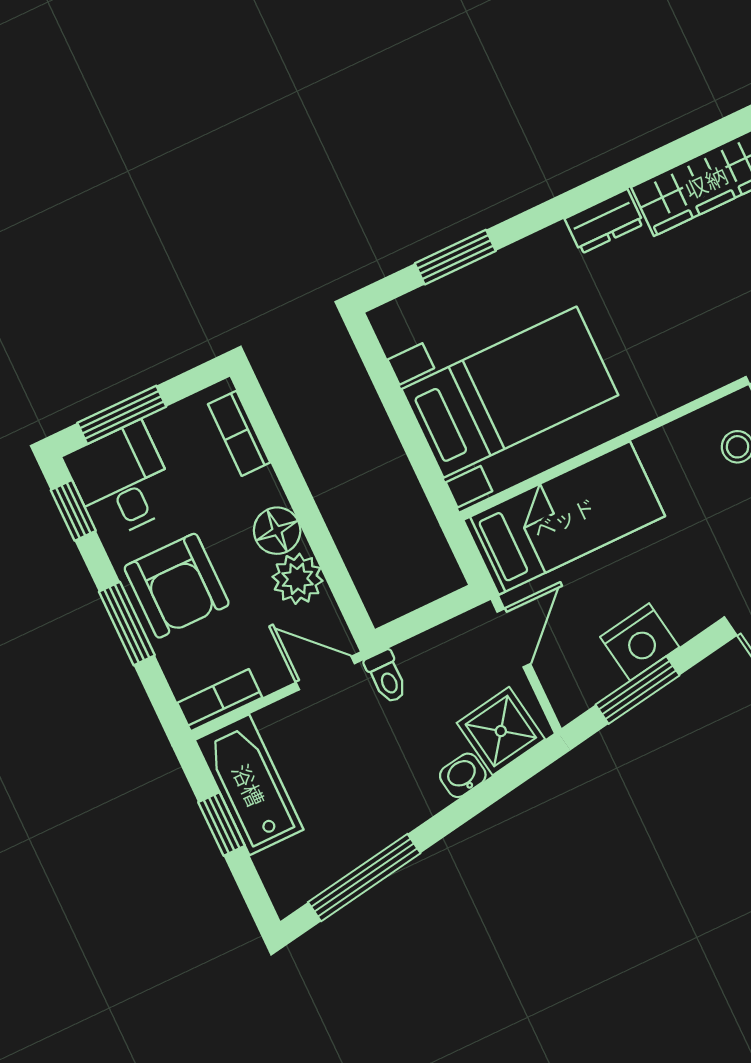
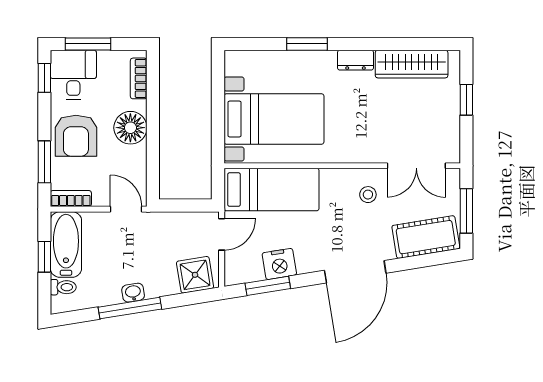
window: (455, 257) -> (307, 44), moved
floor lamp: (277, 531) -> (130, 128), width x1.38, depth x1.38
plant: (298, 579) -> (134, 159), removed
window: (127, 624) -> (44, 162), moved
toilet: (386, 677) -> (63, 287), moved, turned -90
washbasin: (463, 775) -> (133, 293), moved
window: (364, 878) -> (130, 308), moved

